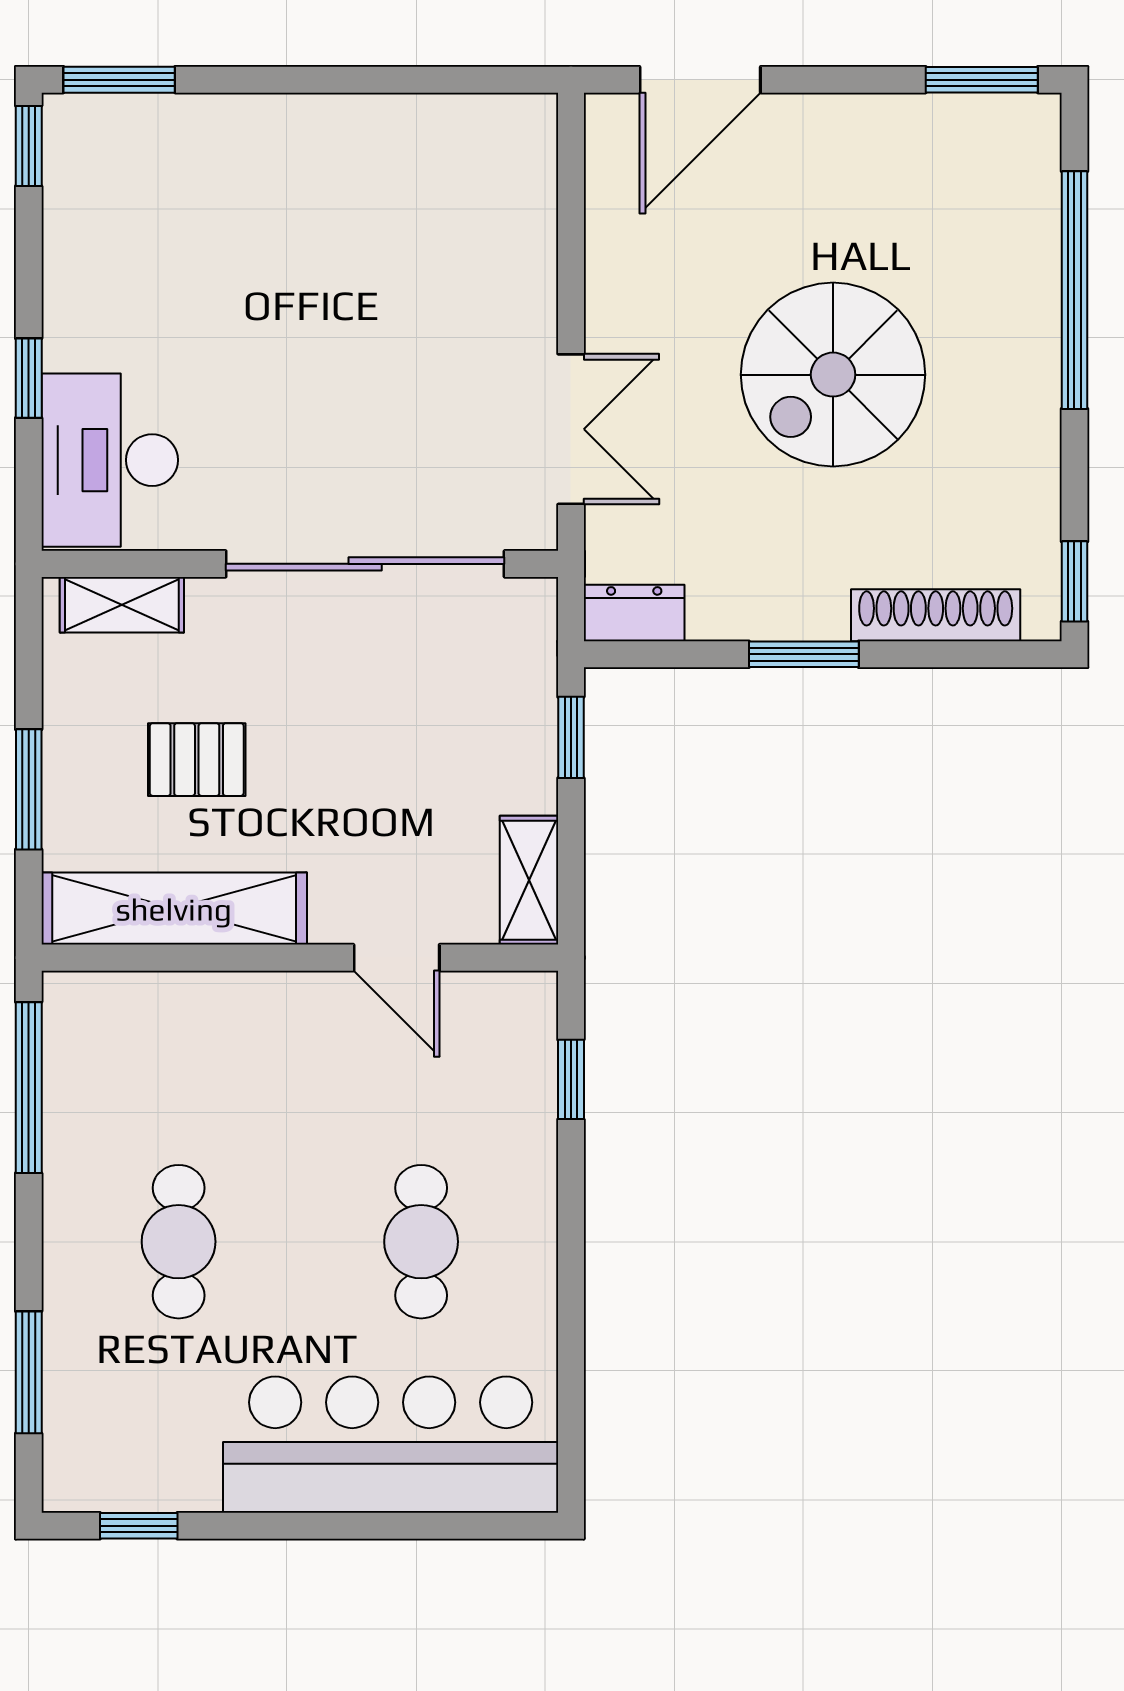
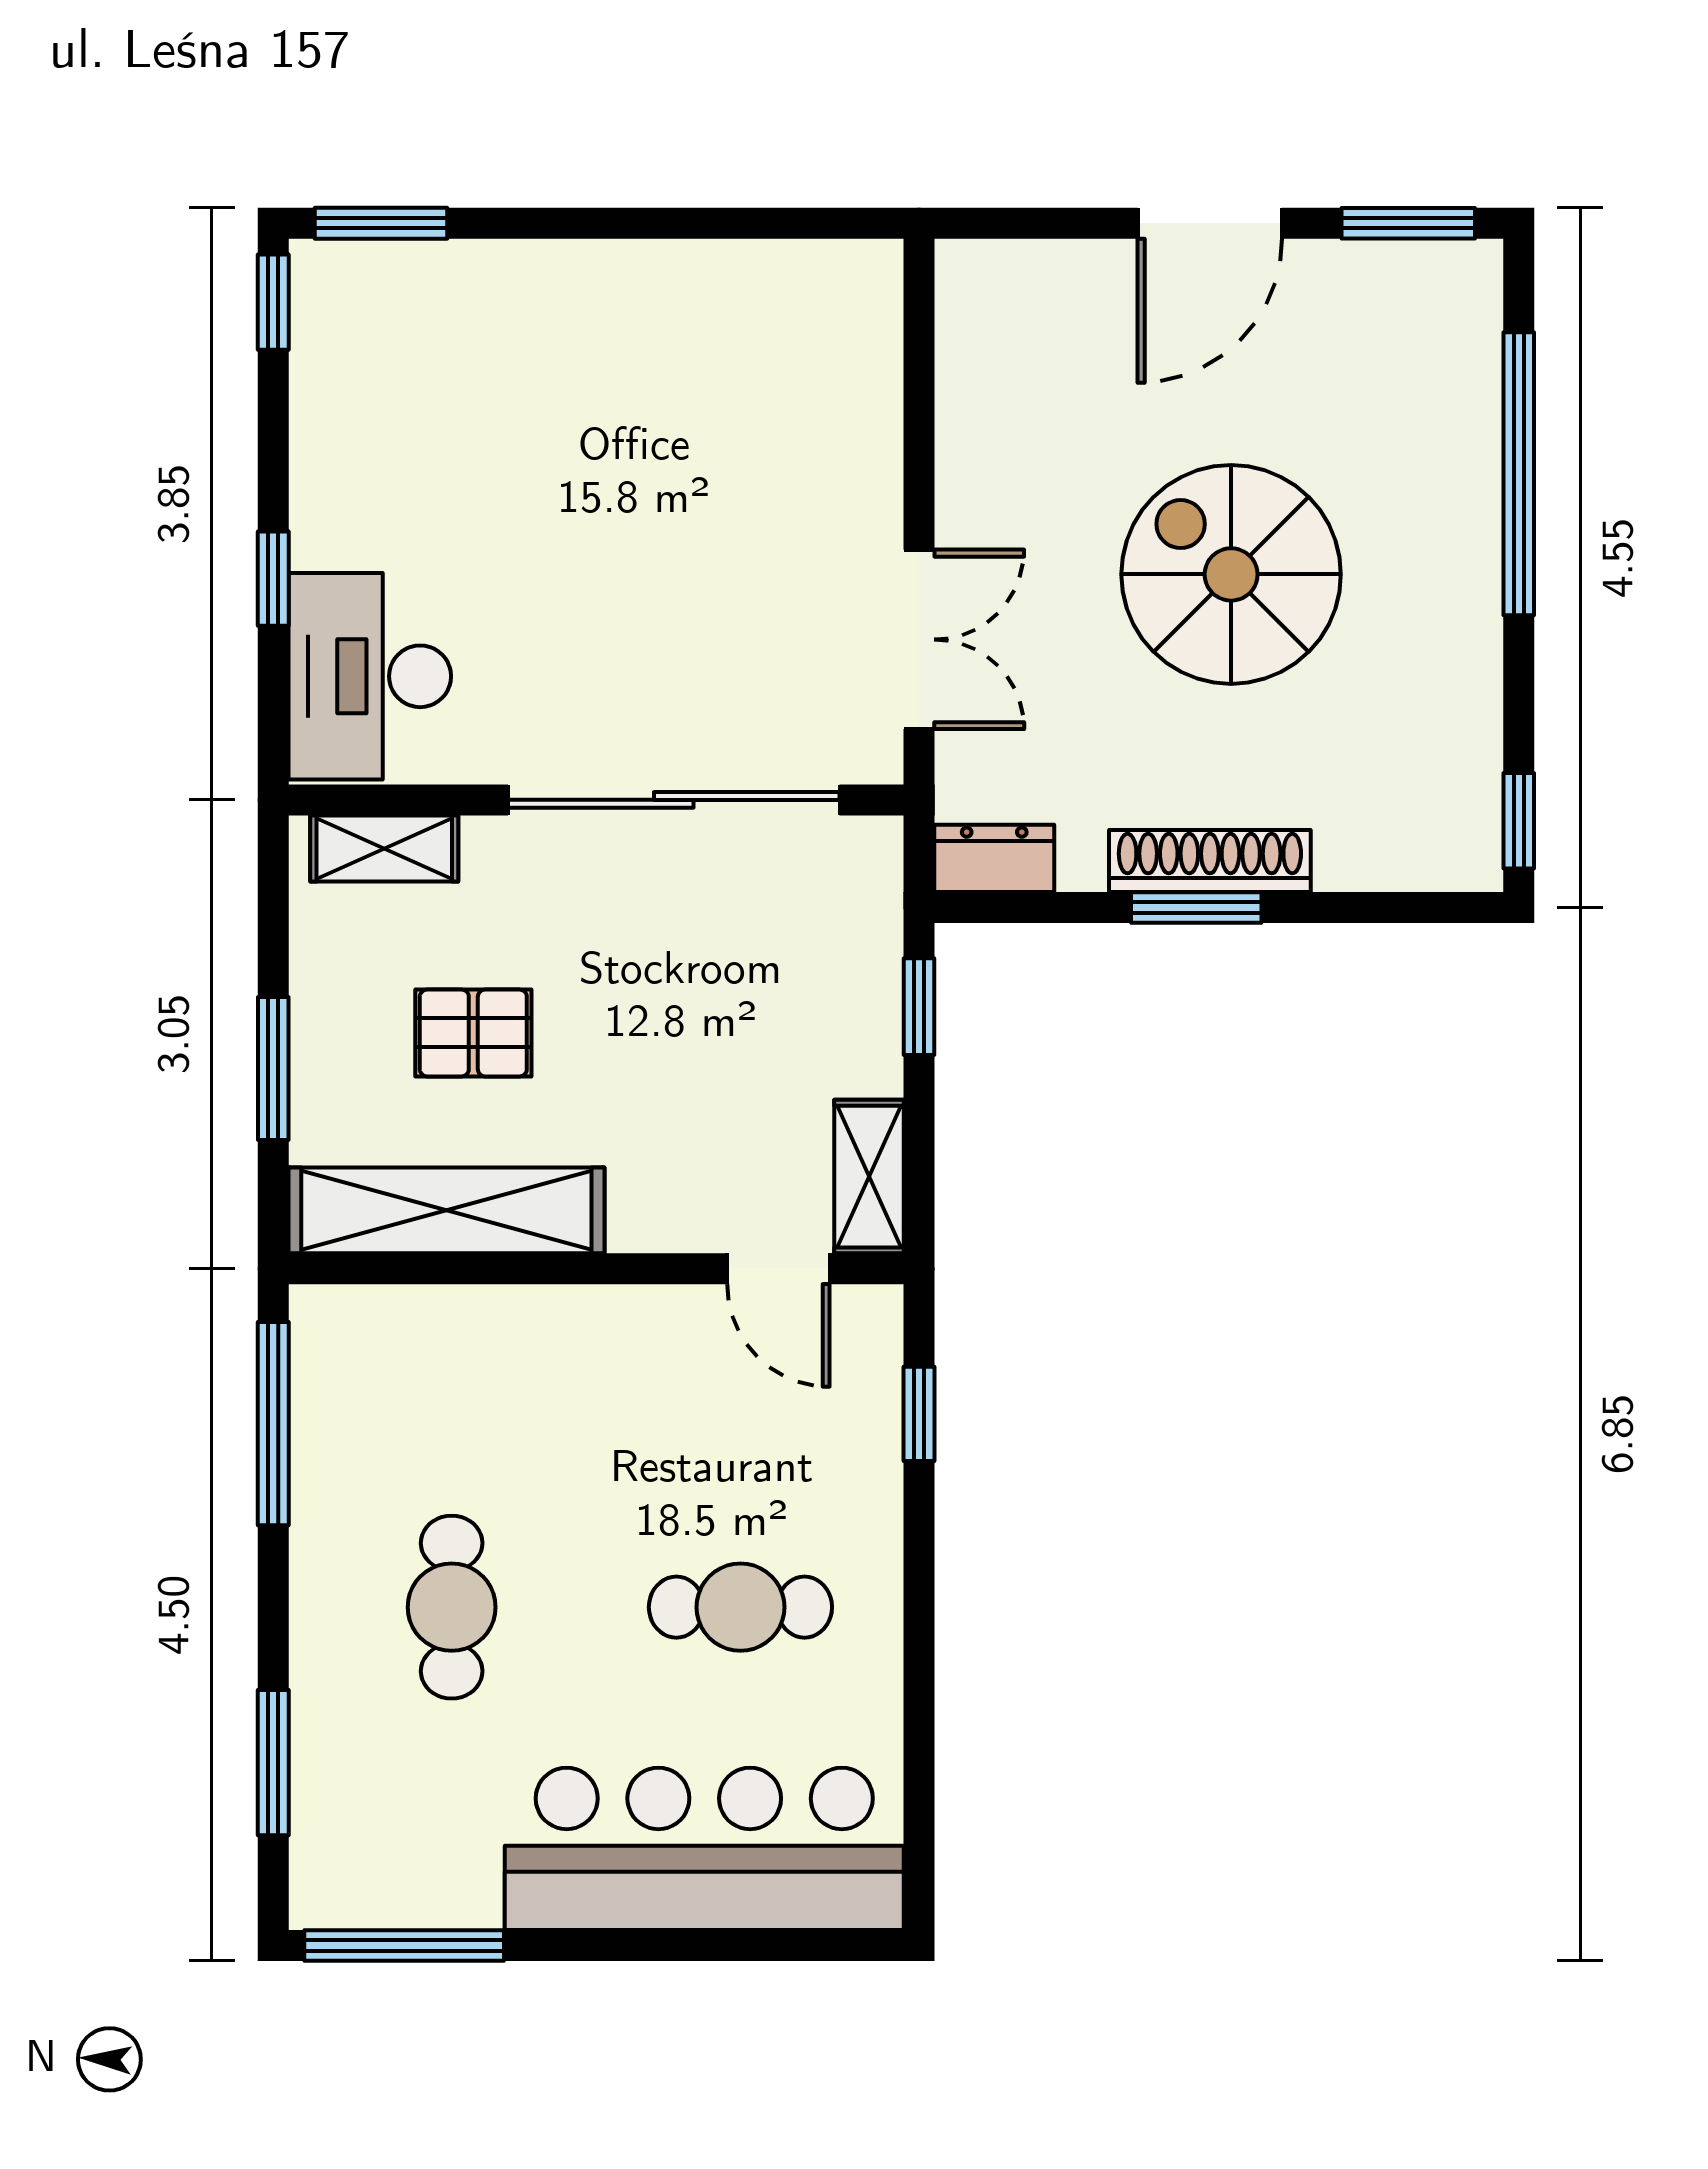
door: (700, 80) -> (1210, 223), moved
spiral stairs: (833, 375) -> (1231, 574), turned 90
shoe rack: (936, 615) -> (1210, 861), moved
door: (397, 958) -> (778, 1269), moved
cafe table: (421, 1242) -> (740, 1607), turned 90
window: (139, 1526) -> (404, 1945), width x2.17

